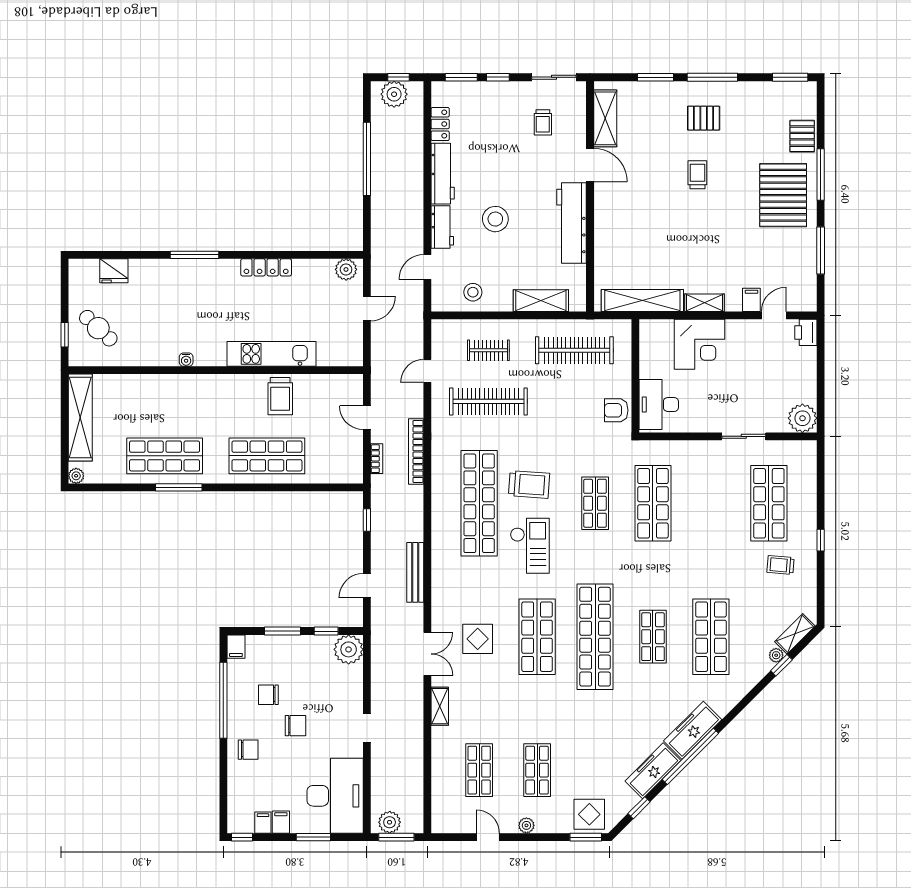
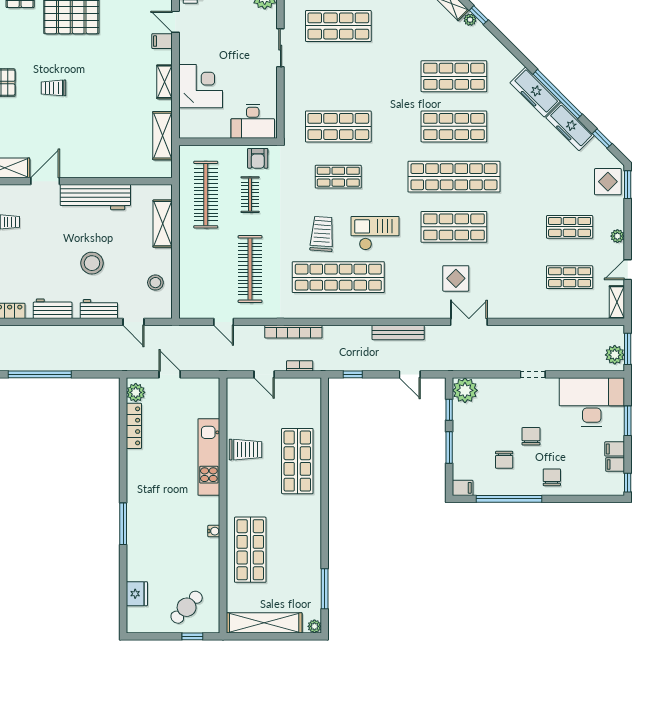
workbench: (443, 174) -> (53, 309), width x0.73
locker: (266, 267) -> (134, 426), moved
shelving: (642, 300) -> (163, 136), width x0.68
clothes rail: (488, 350) -> (250, 195), moved
door: (367, 418) -> (264, 374), hinge flipped
shop shelf: (165, 456) -> (250, 550), moved
window: (179, 487) -> (325, 589), moved
trolley: (780, 565) -> (392, 16), removed
shop shelf: (653, 637) -> (454, 126), width x1.43, depth x1.36
shelving: (440, 706) -> (617, 302), moved, turned 90

